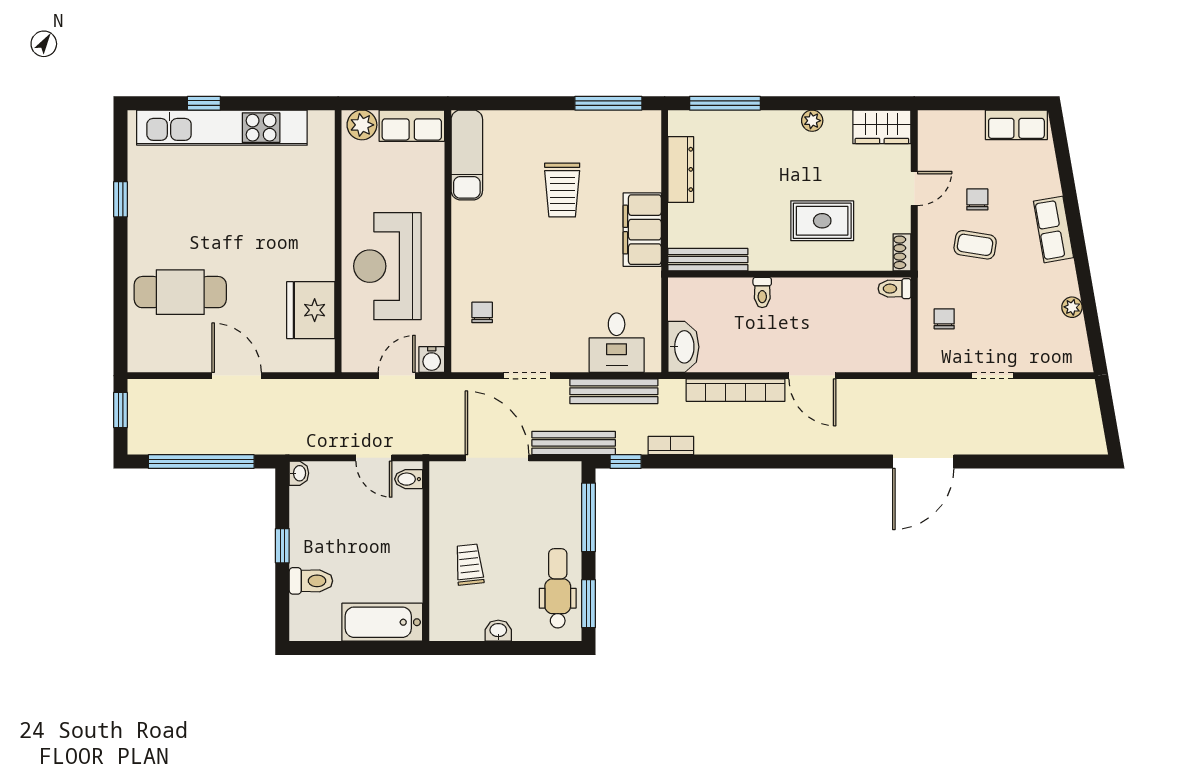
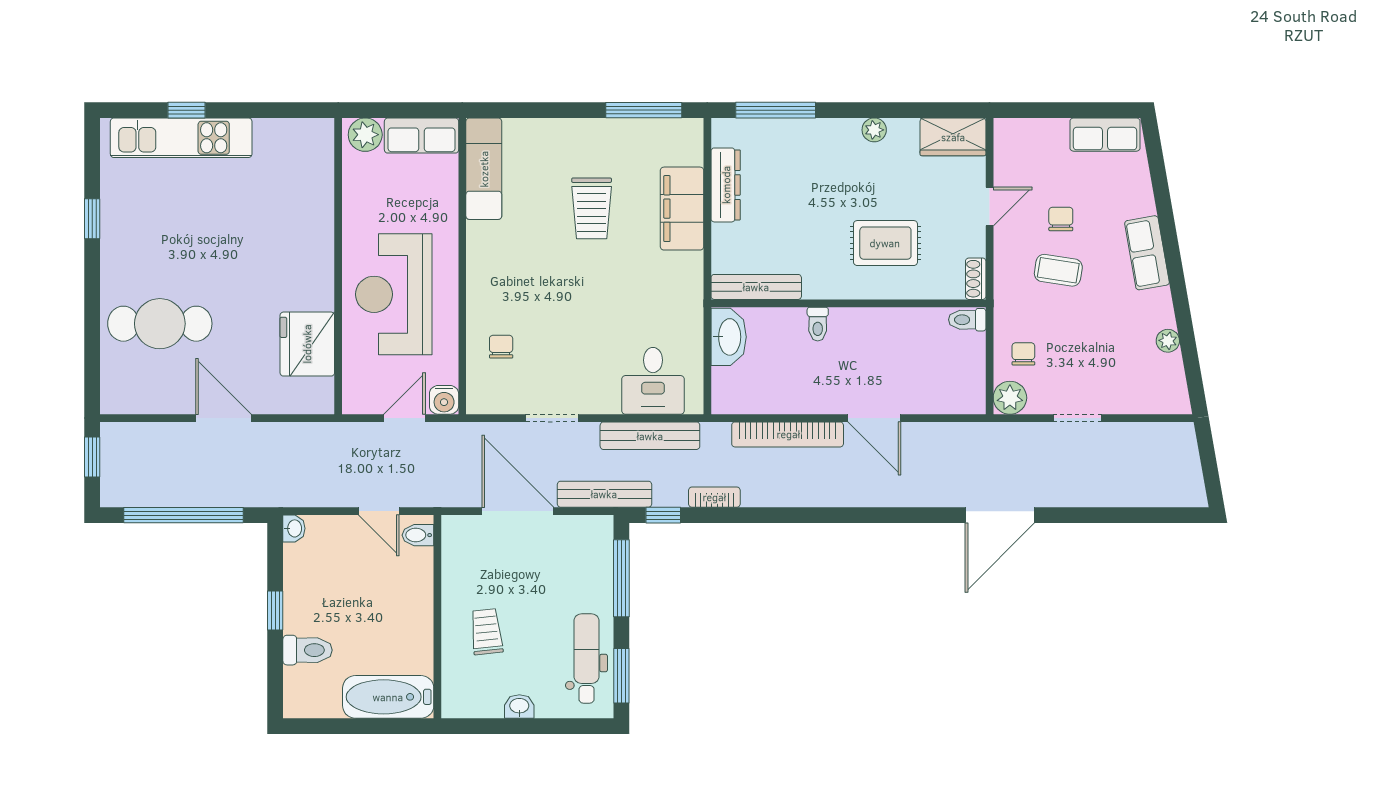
kitchen unit: (222, 128) -> (181, 138), width x0.73
filing cabinet: (642, 230) -> (682, 209), moved
washbasin: (683, 347) -> (729, 337), moved
plant: (932, 358) -> (1010, 398), added

